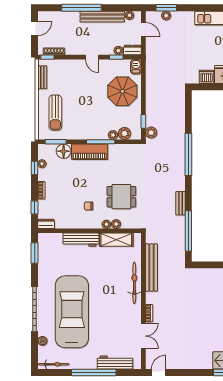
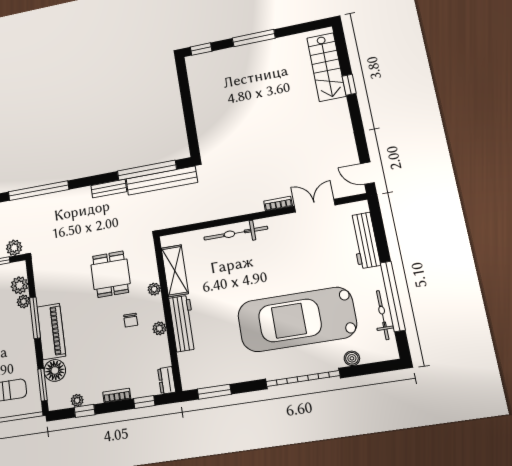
plant: (116, 224) -> (159, 328), moved
bench: (151, 268) -> (162, 181), moved
bicycle: (54, 364) -> (383, 315), moved
window: (94, 373) -> (393, 296), moved

